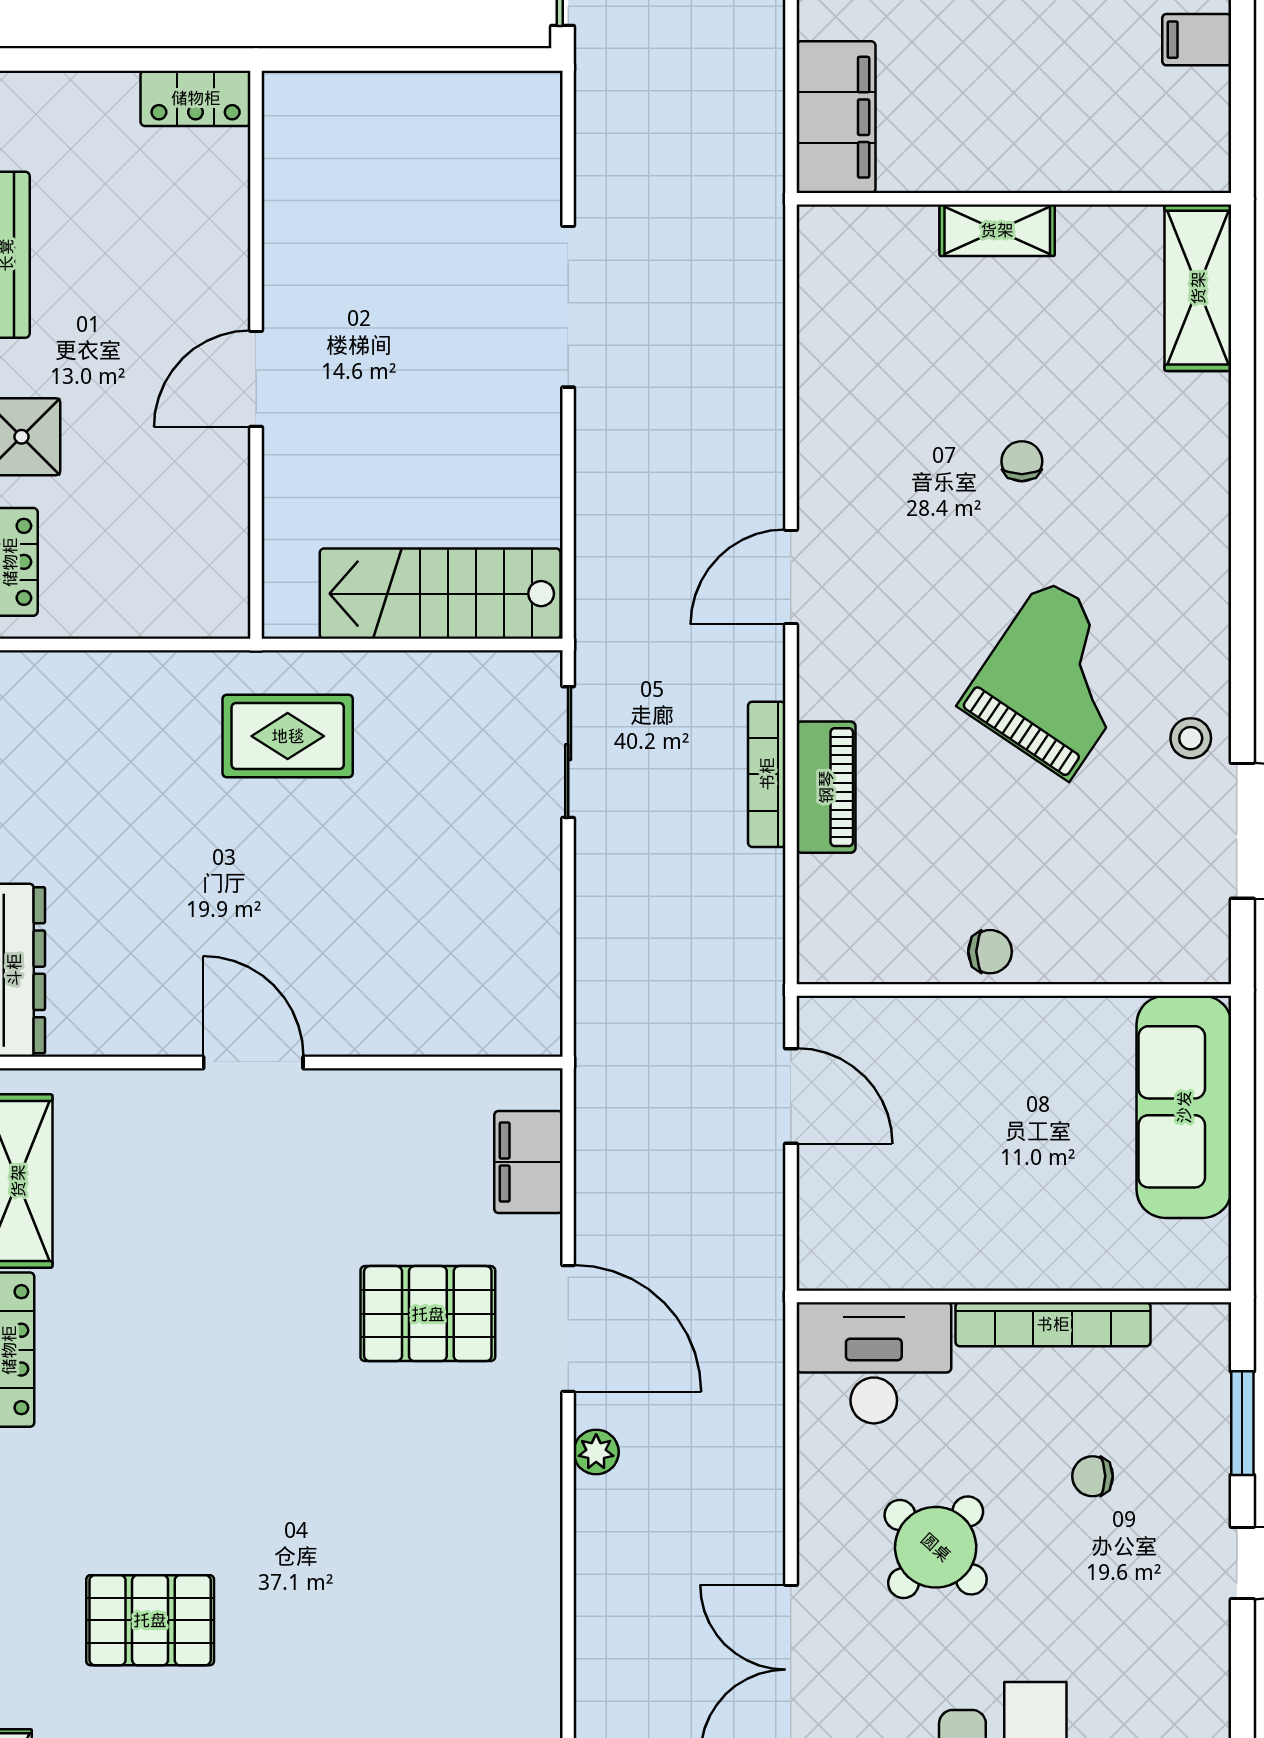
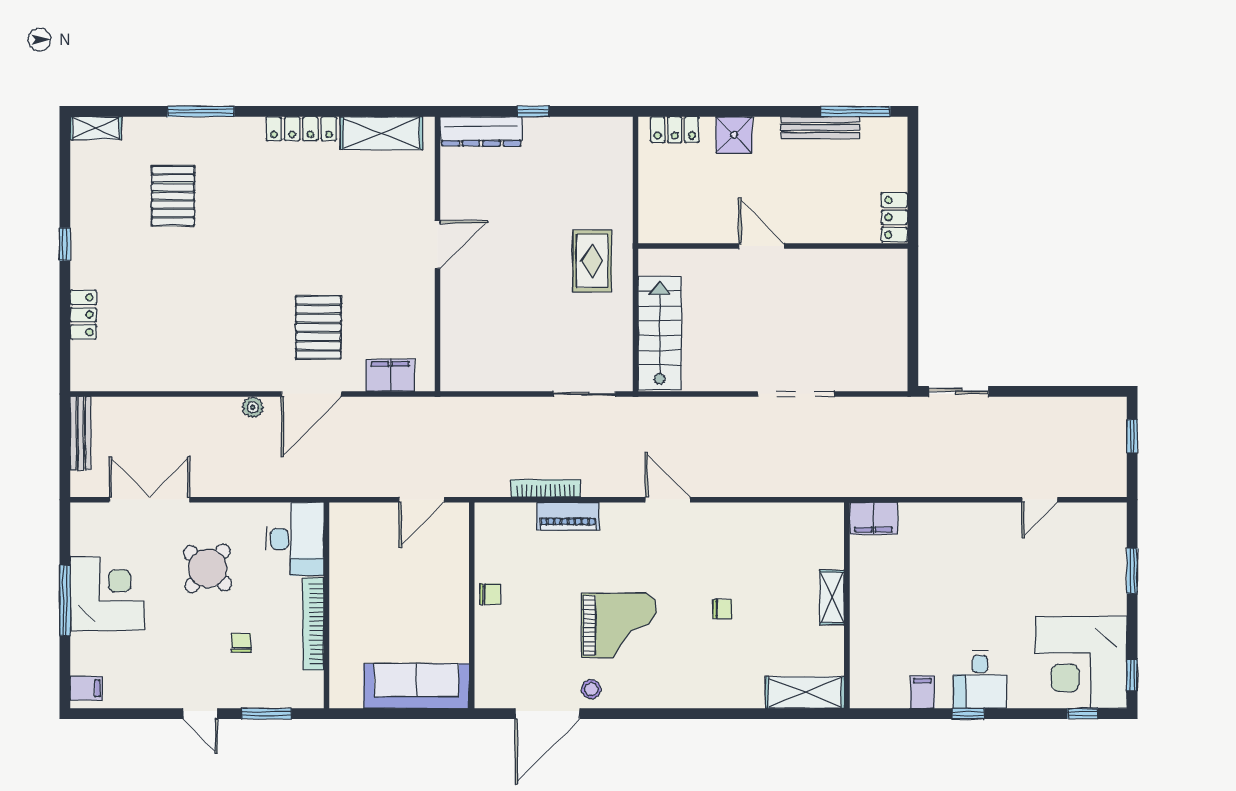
filing cabinet: (836, 117) -> (874, 518), width x0.67, depth x0.86
grand piano: (1057, 679) -> (619, 626), turned -34
bookcase: (767, 774) -> (546, 488), moved
chair: (990, 952) -> (490, 594), turned -90

